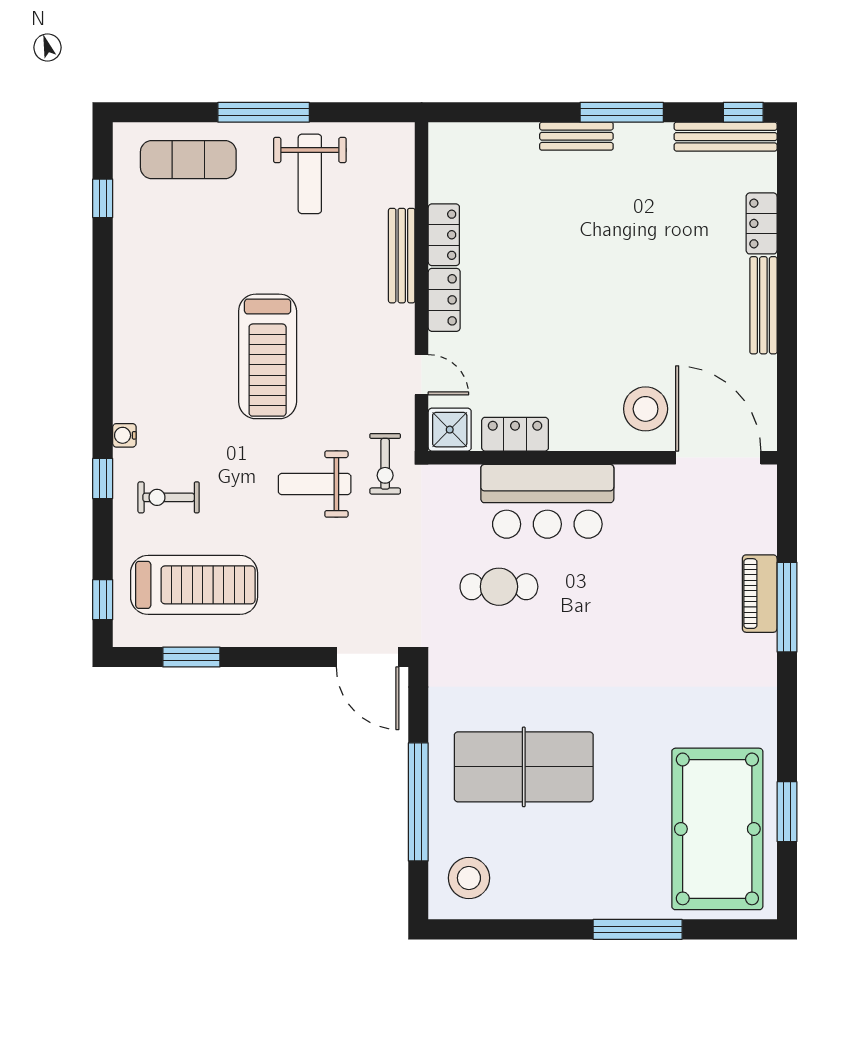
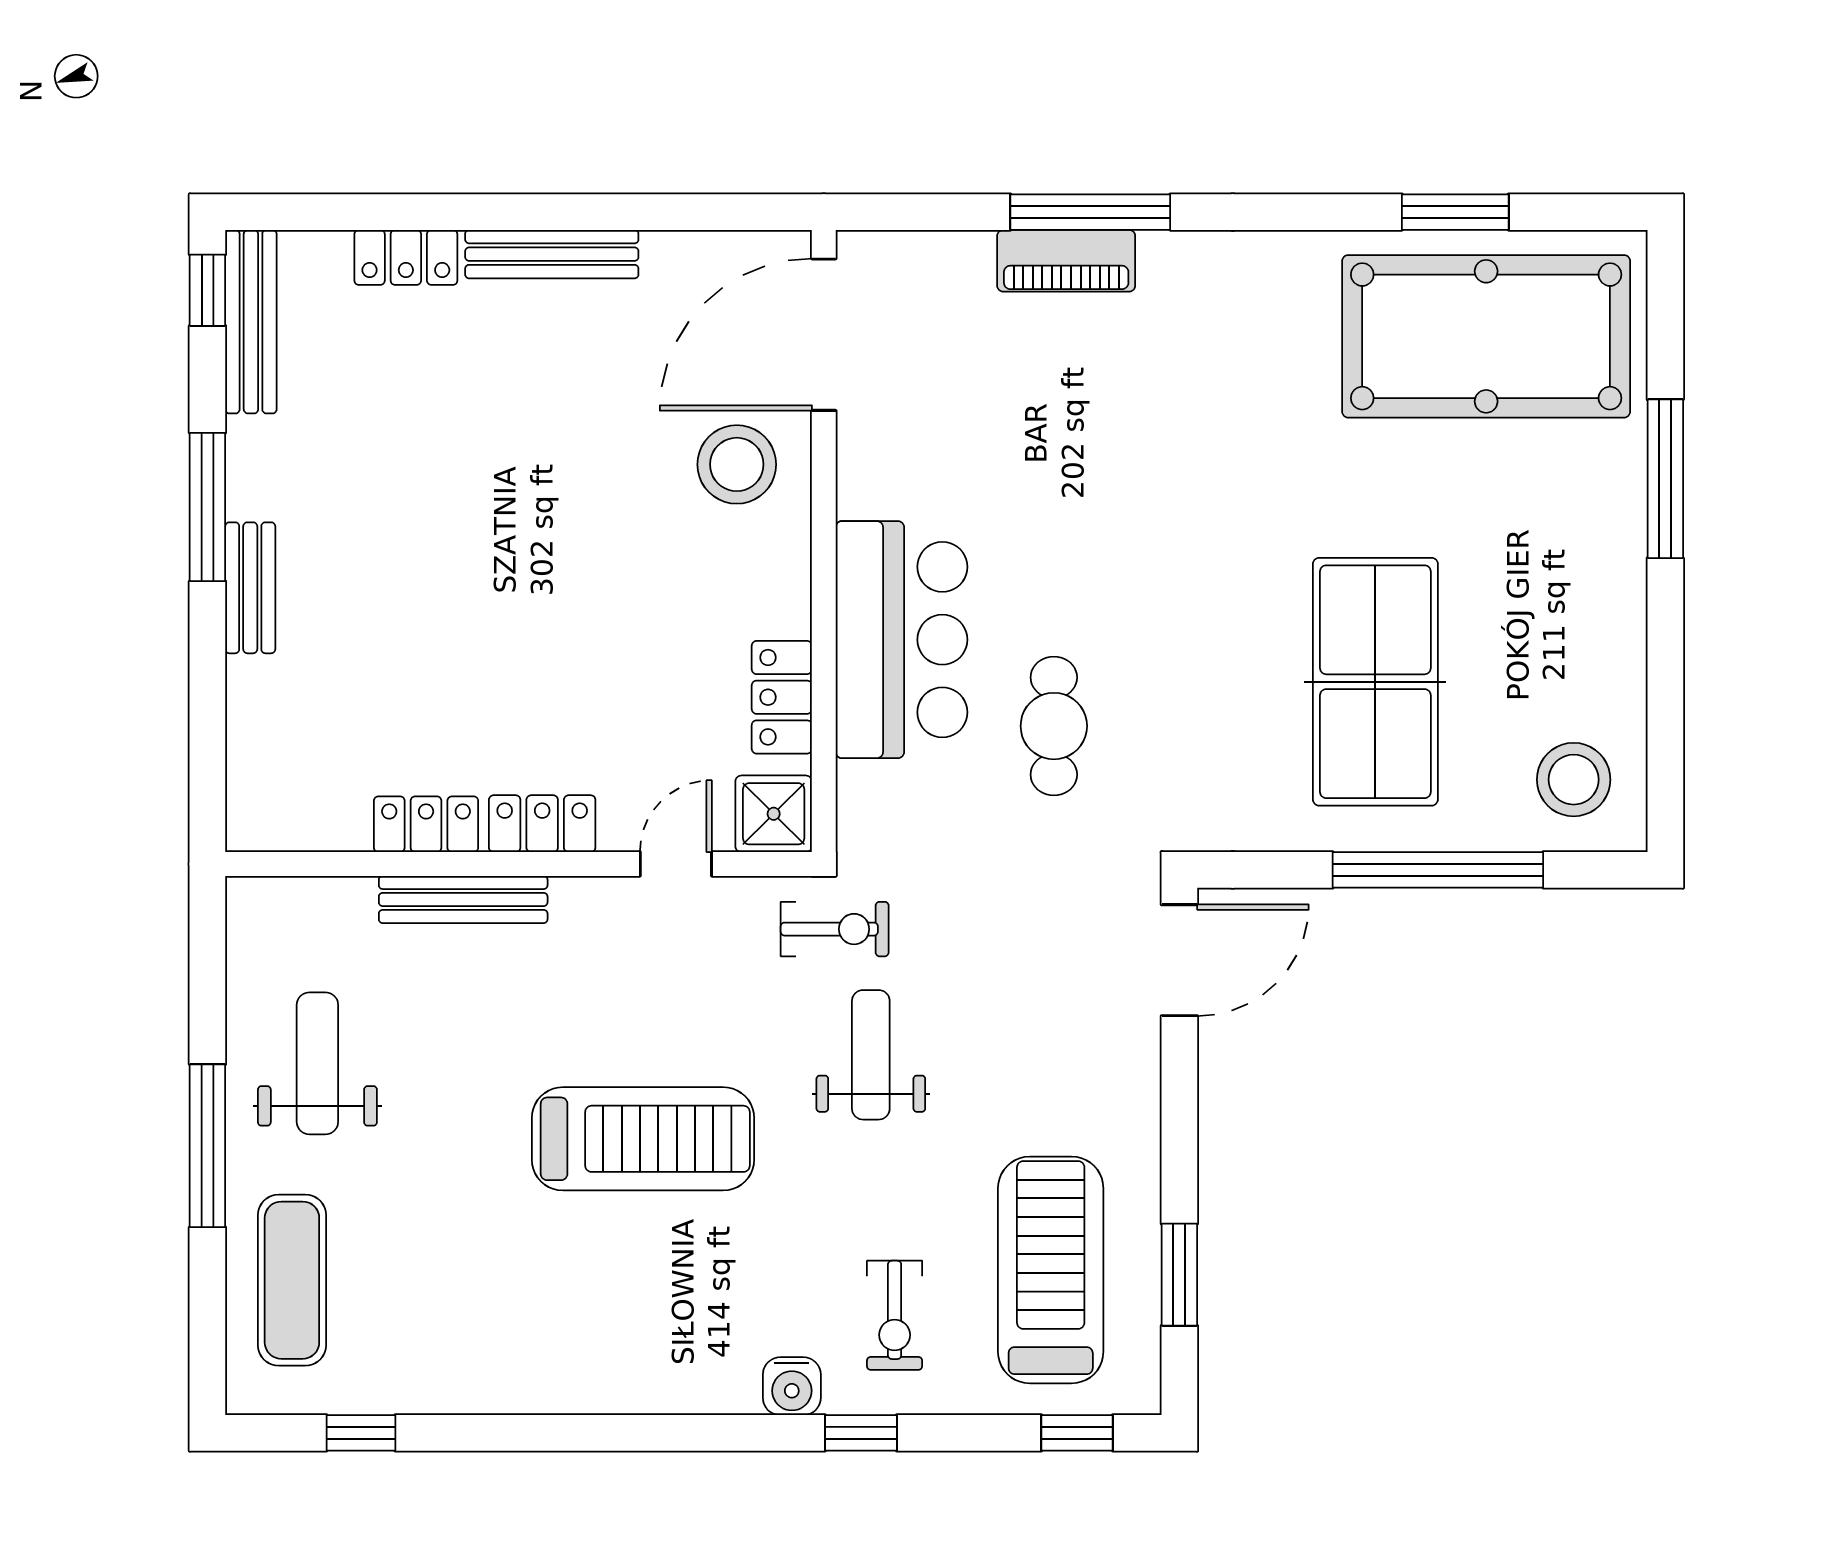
weight bench: (310, 174) -> (317, 1063), turned -90
water cooler: (124, 435) -> (792, 1386), width x1.38, depth x1.38
weight bench: (315, 484) -> (871, 1055), turned 180

